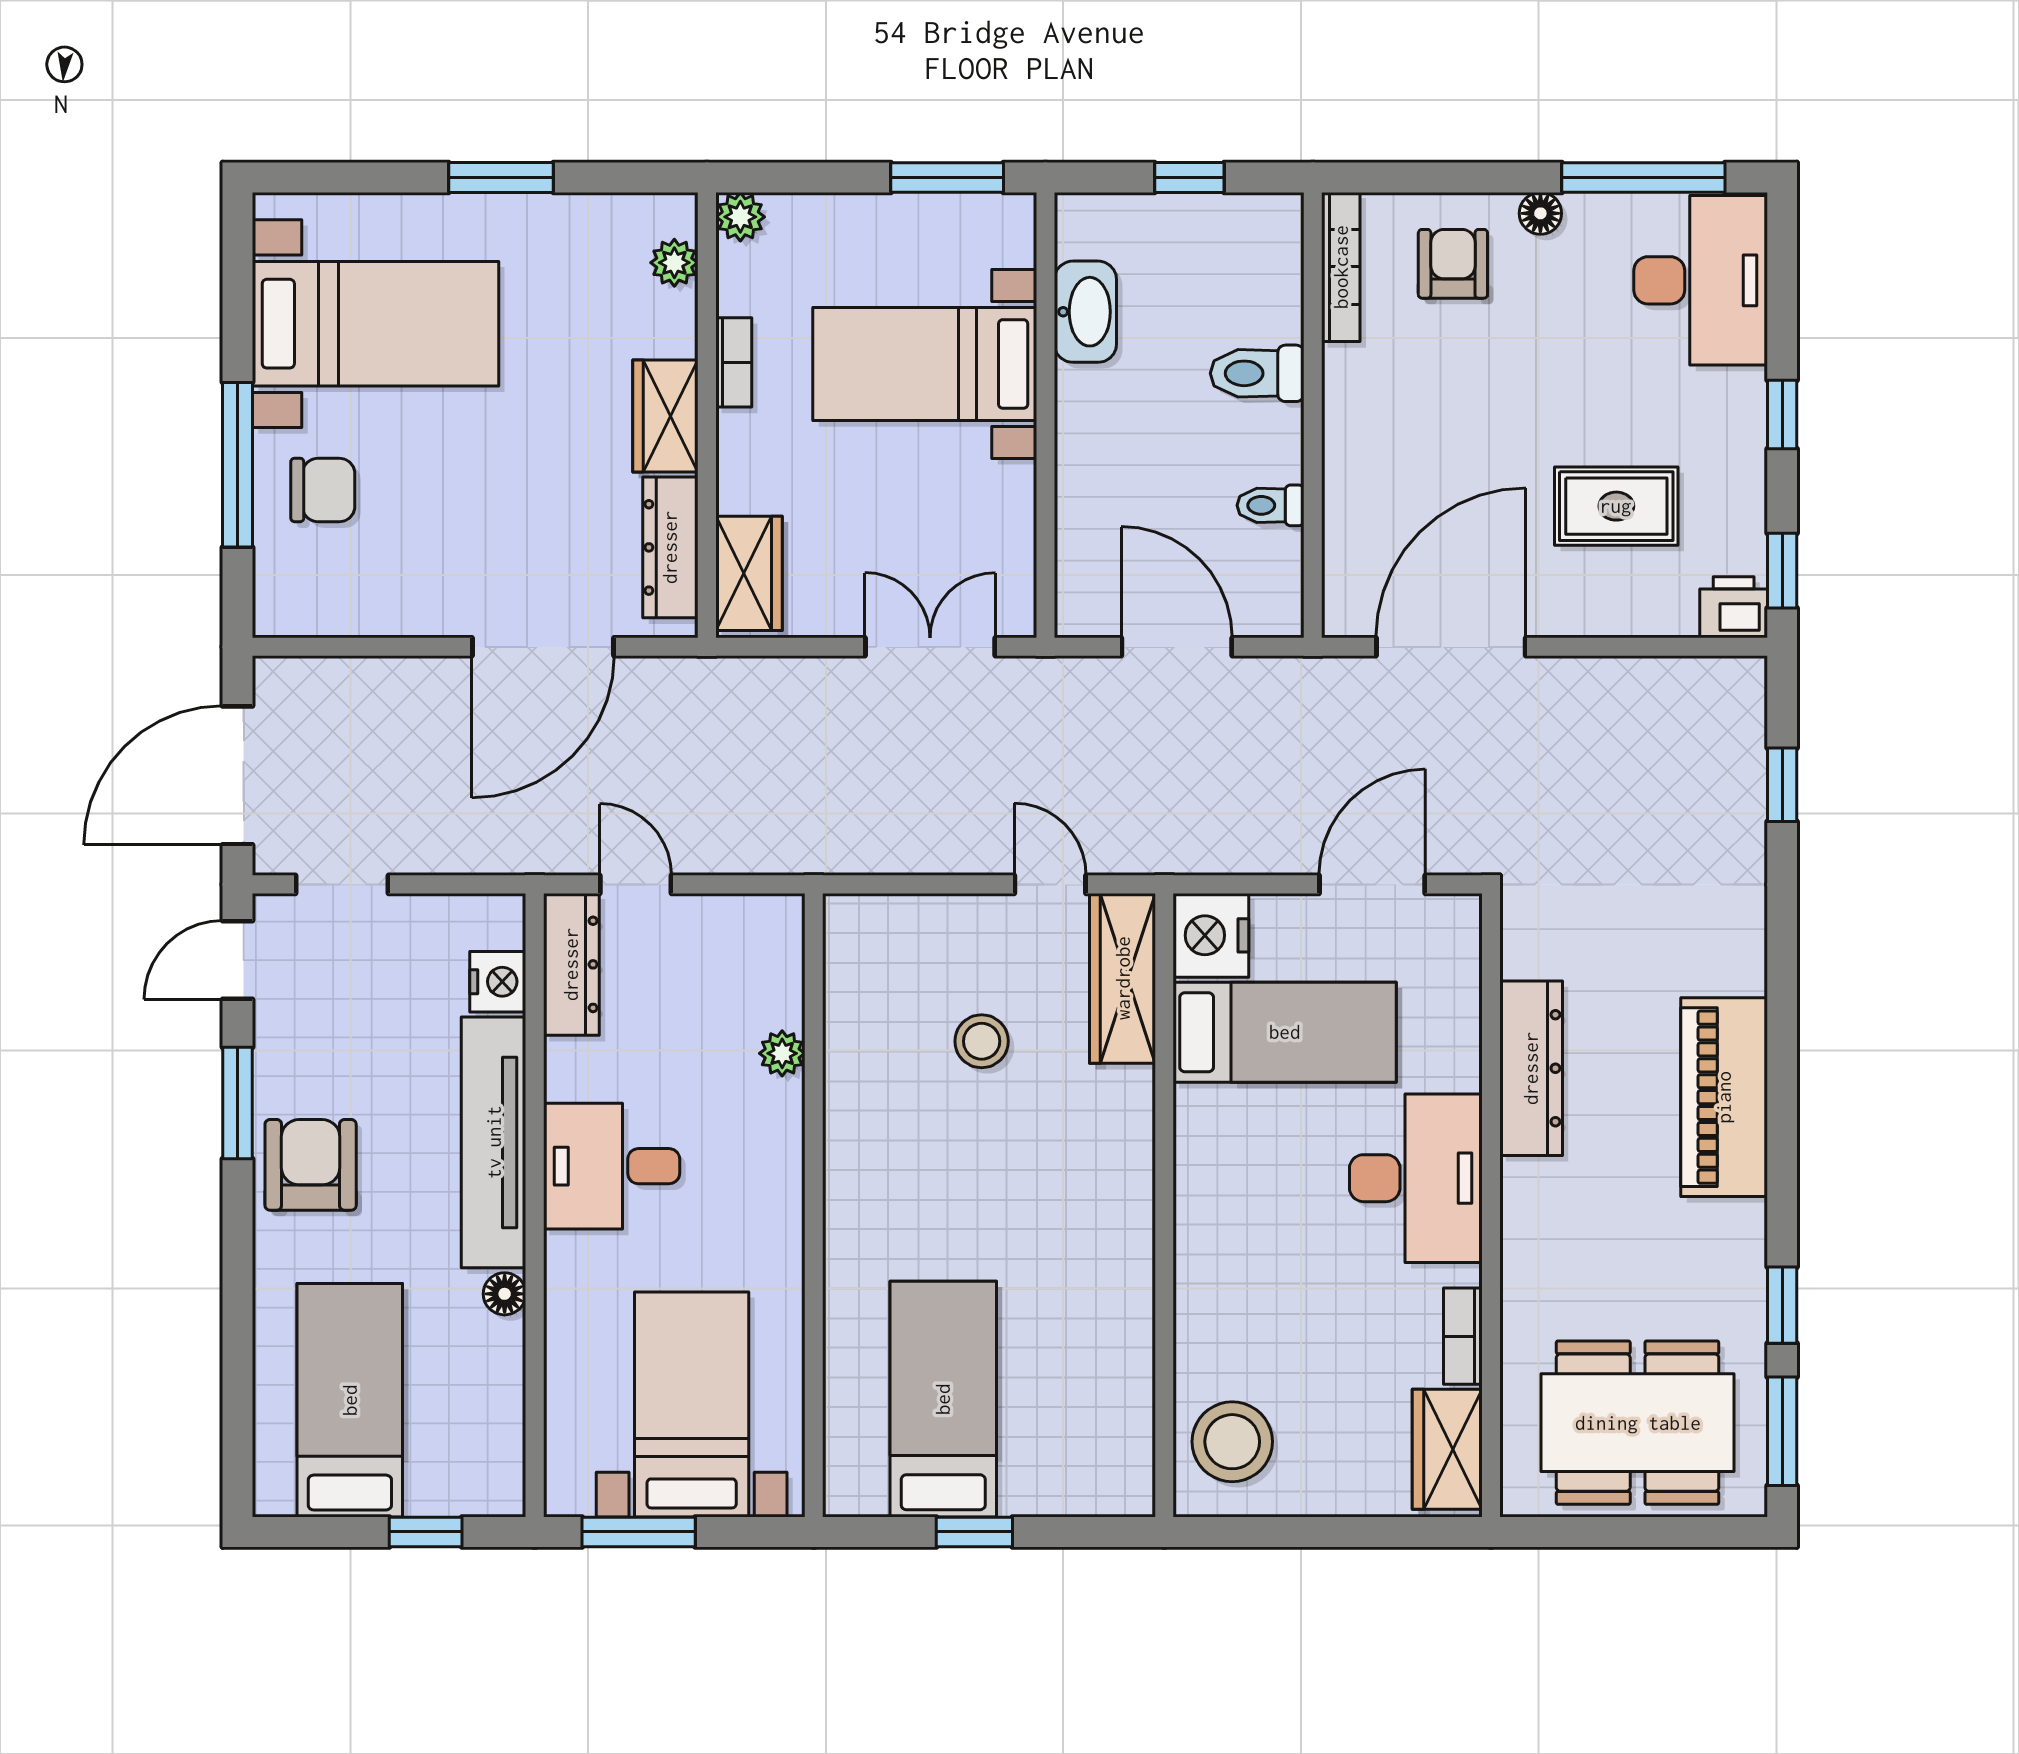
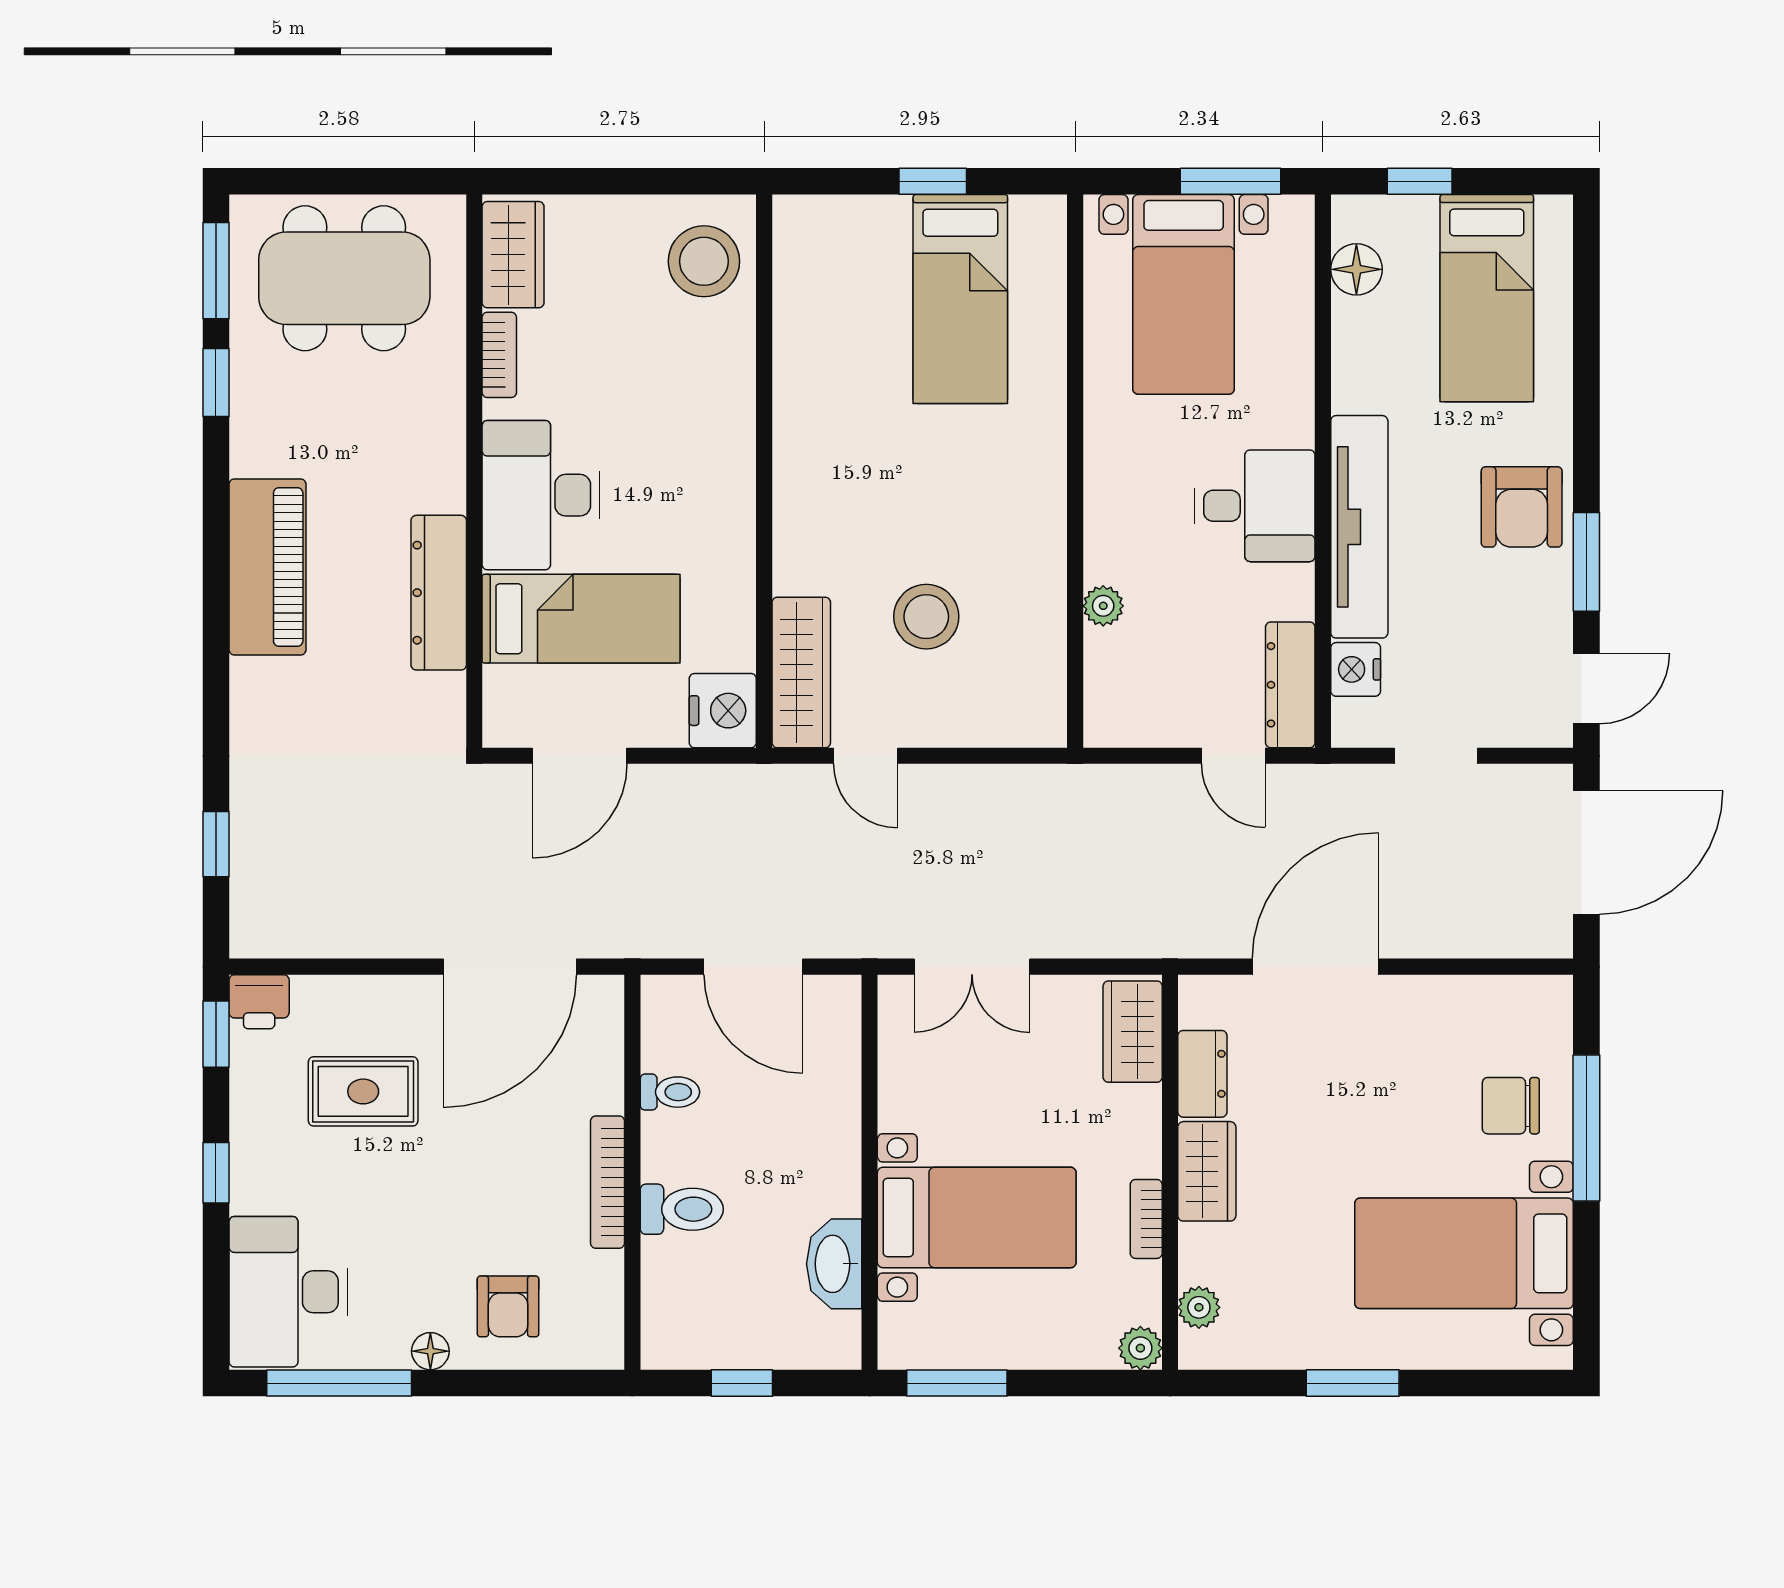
bookcase: (1341, 267) -> (608, 1182), moved
dresser: (670, 547) -> (1202, 1074), width x0.70
doorway: (342, 884) -> (1436, 756), moved
bed: (1285, 1032) -> (581, 619), moved, turned 180
stool: (982, 1041) -> (926, 617), width x1.38, depth x1.38
floor lamp: (505, 1294) -> (1356, 269), moved, width x1.37, depth x1.37

